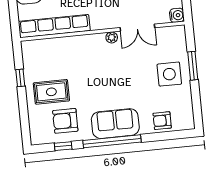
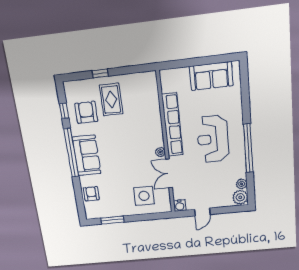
row of seats: (54, 26) -> (172, 125), moved
window: (193, 66) -> (112, 220), moved
side table: (169, 74) -> (144, 196), moved
window: (20, 78) -> (100, 73), moved

